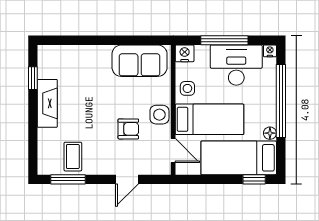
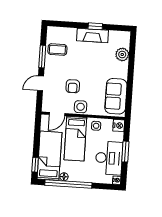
window: (224, 40) -> (125, 152), width x0.69
plant: (74, 55) -> (122, 54), added
window: (33, 78) -> (95, 26), moved
window: (281, 101) -> (68, 184), moved
window: (68, 179) -> (42, 57), moved
door: (127, 179) -> (40, 83), hinge flipped

